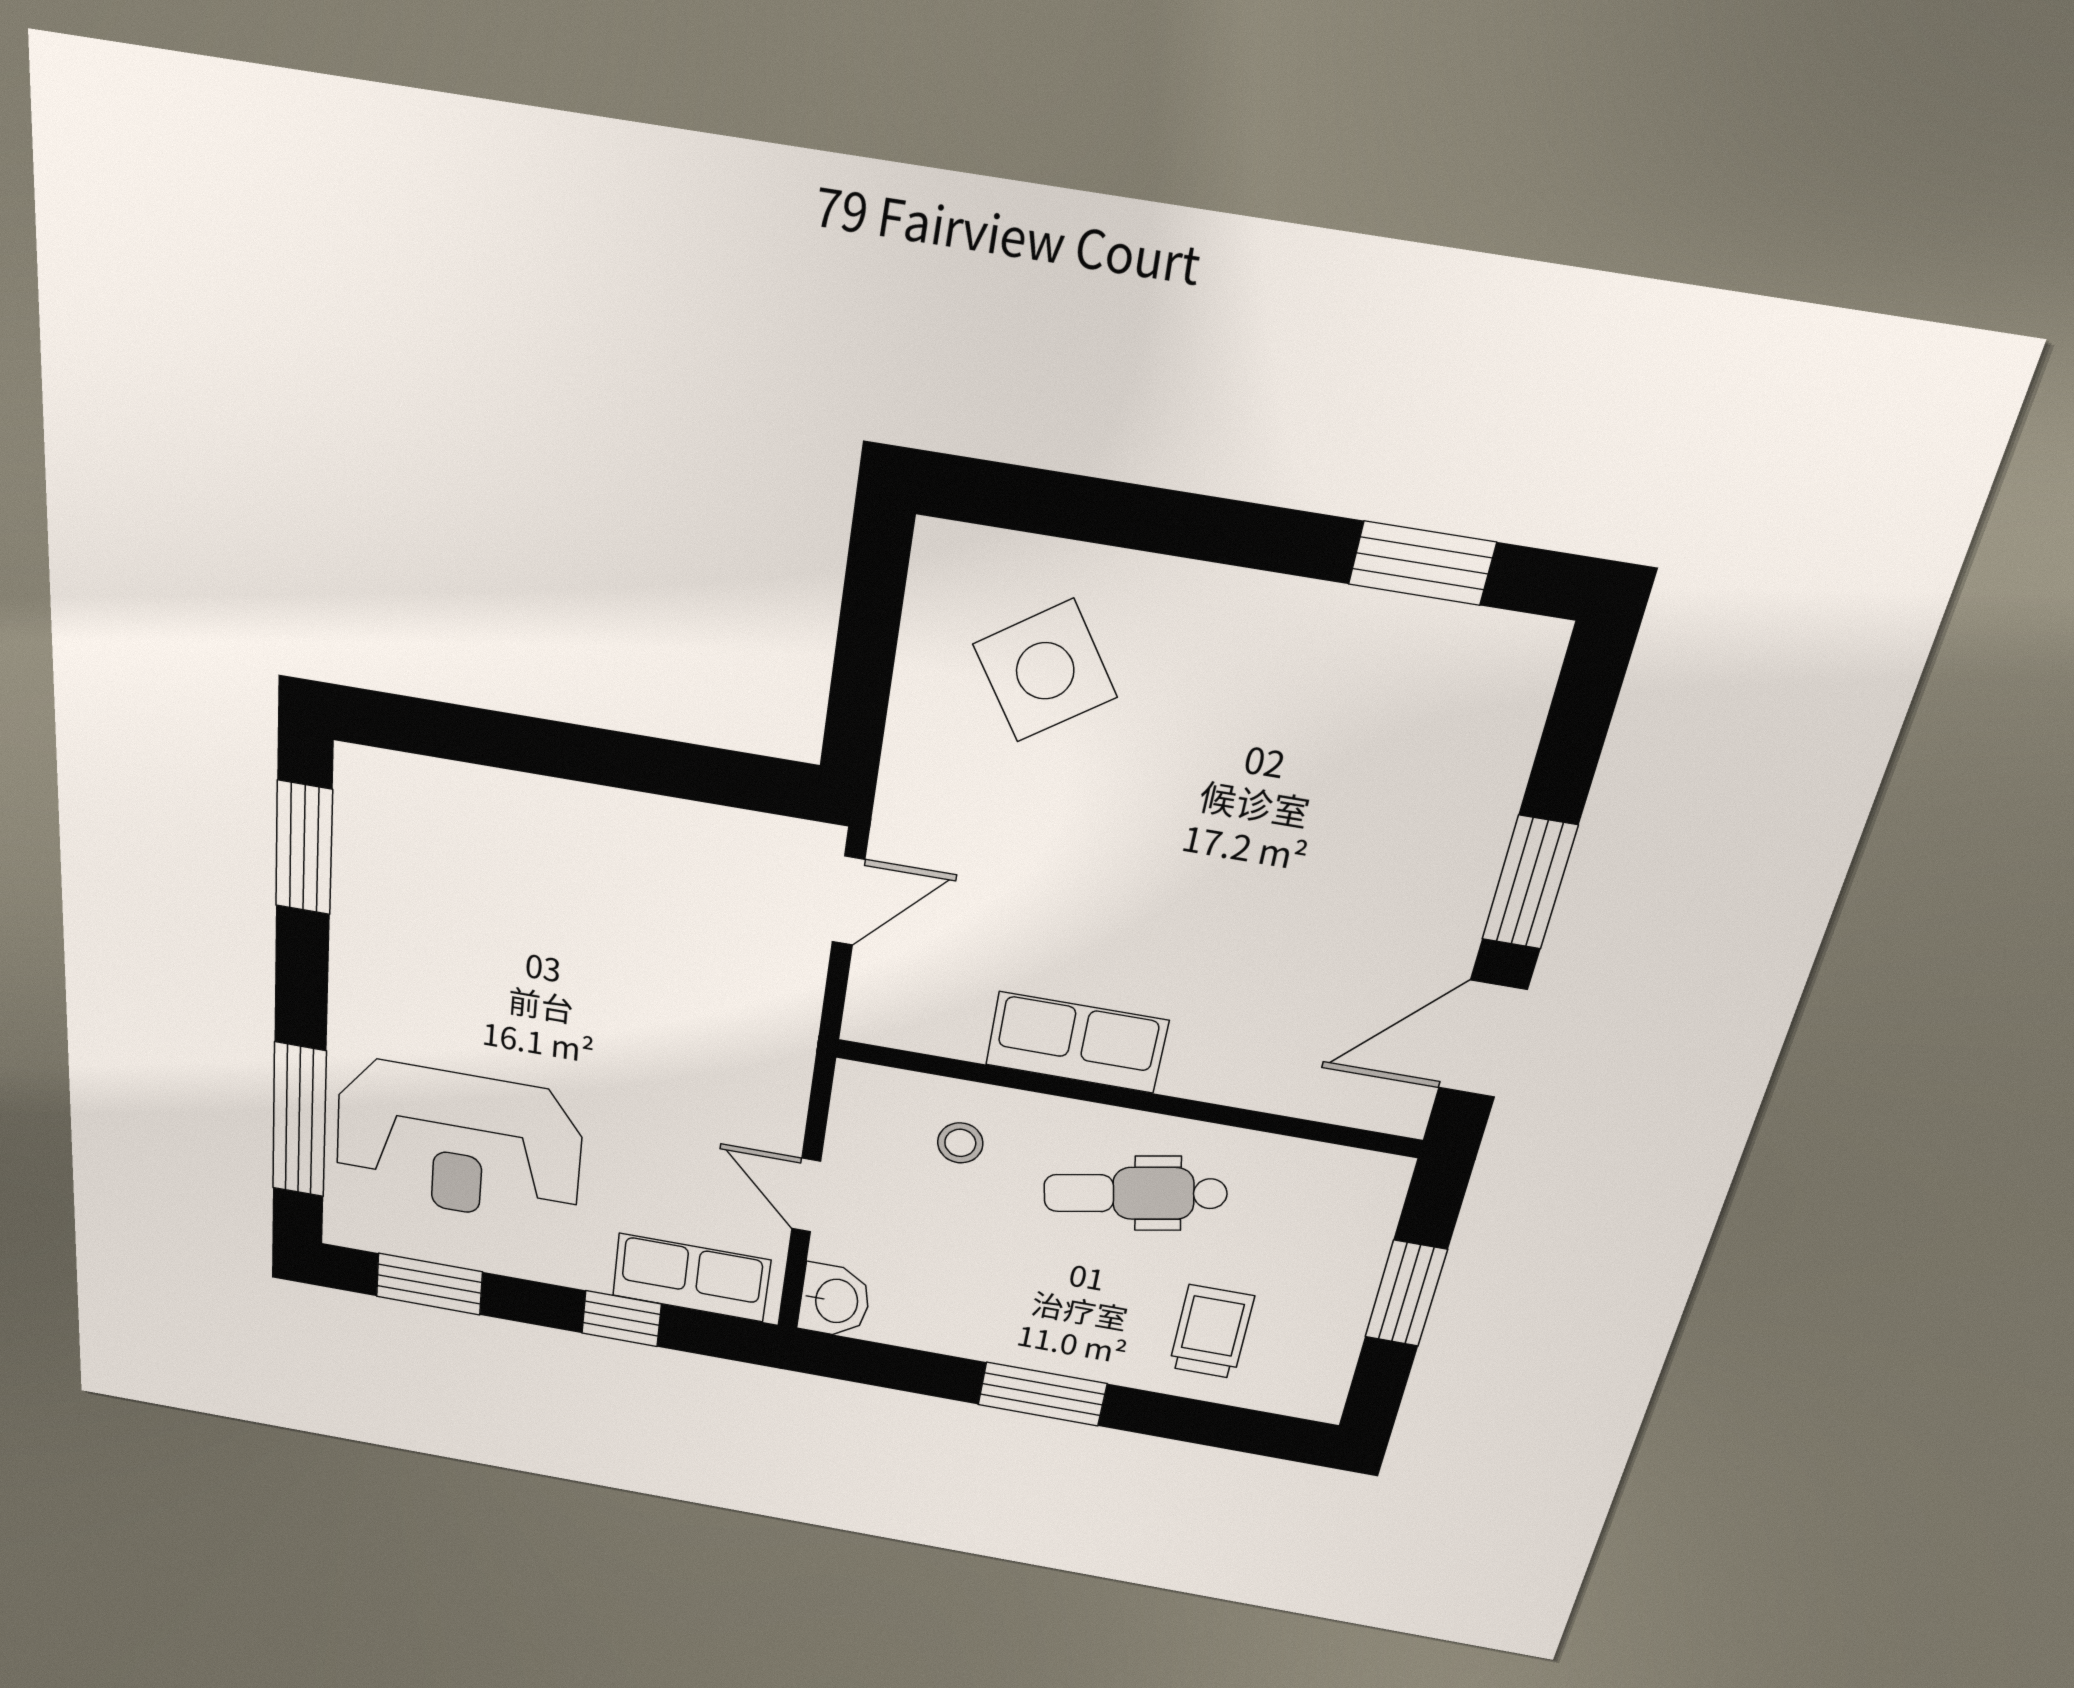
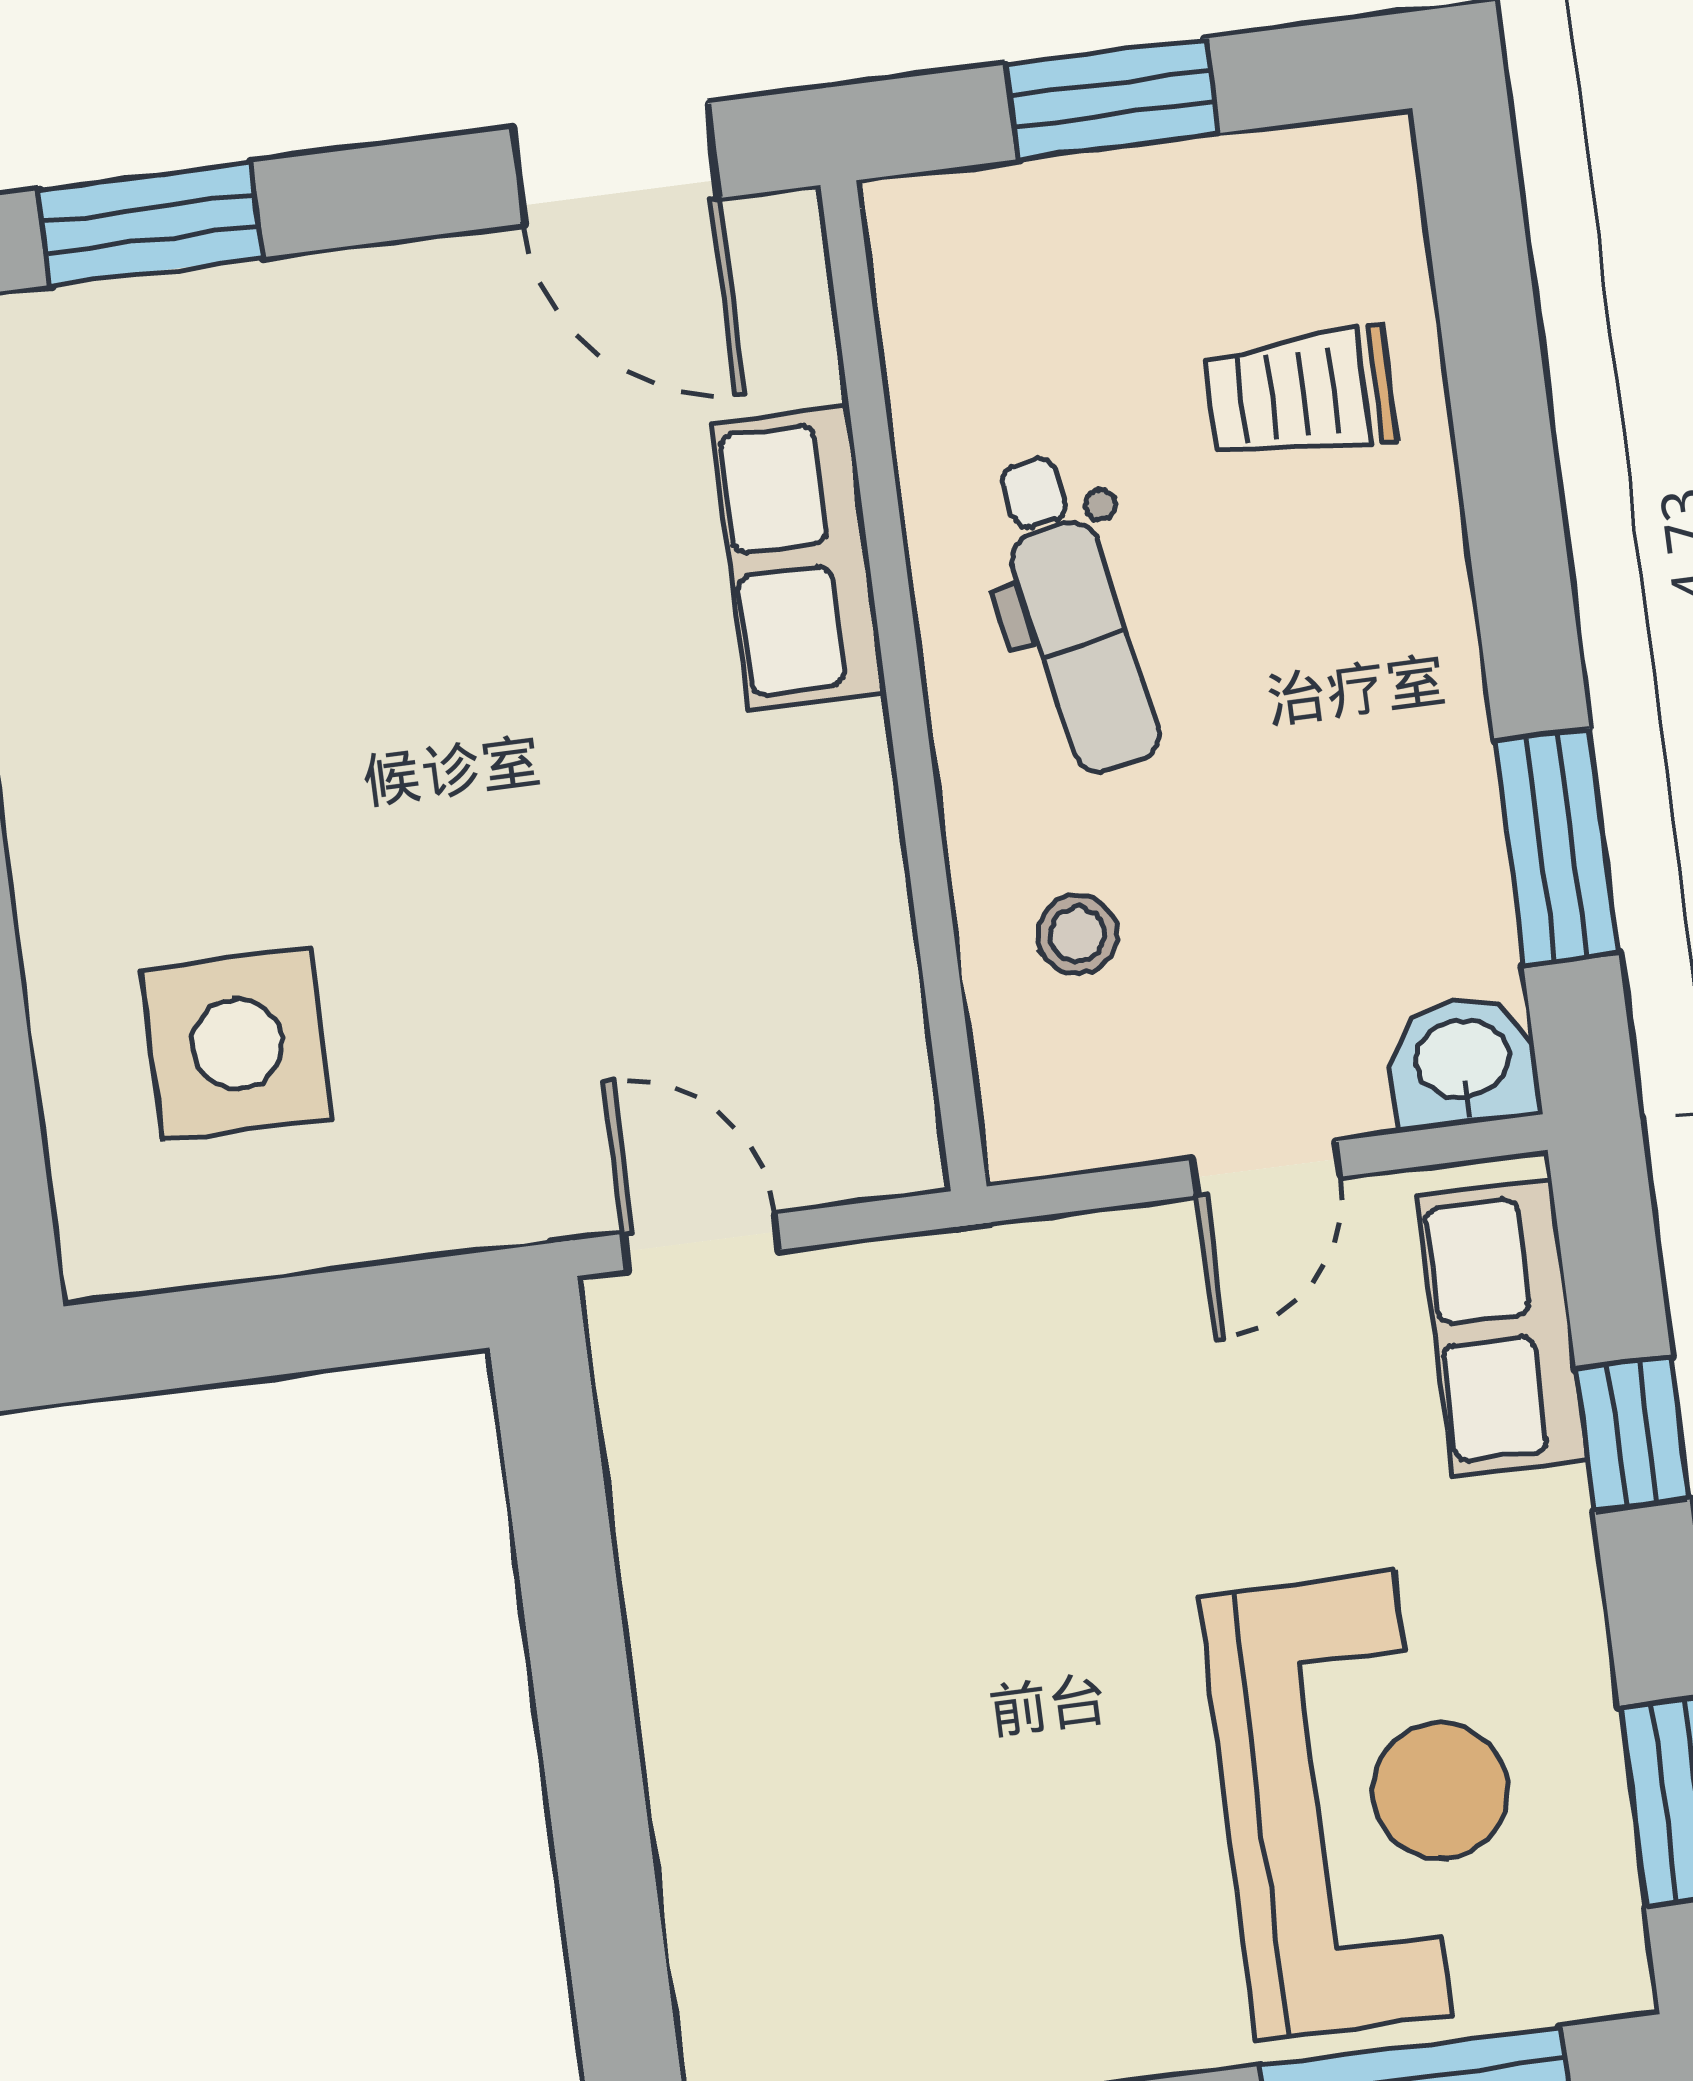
side table: (1045, 671) -> (237, 1044), turned 34
window: (1530, 883) -> (150, 224), moved
row of seats: (1077, 1042) -> (799, 557), moved
window: (1042, 1394) -> (1556, 847), moved

